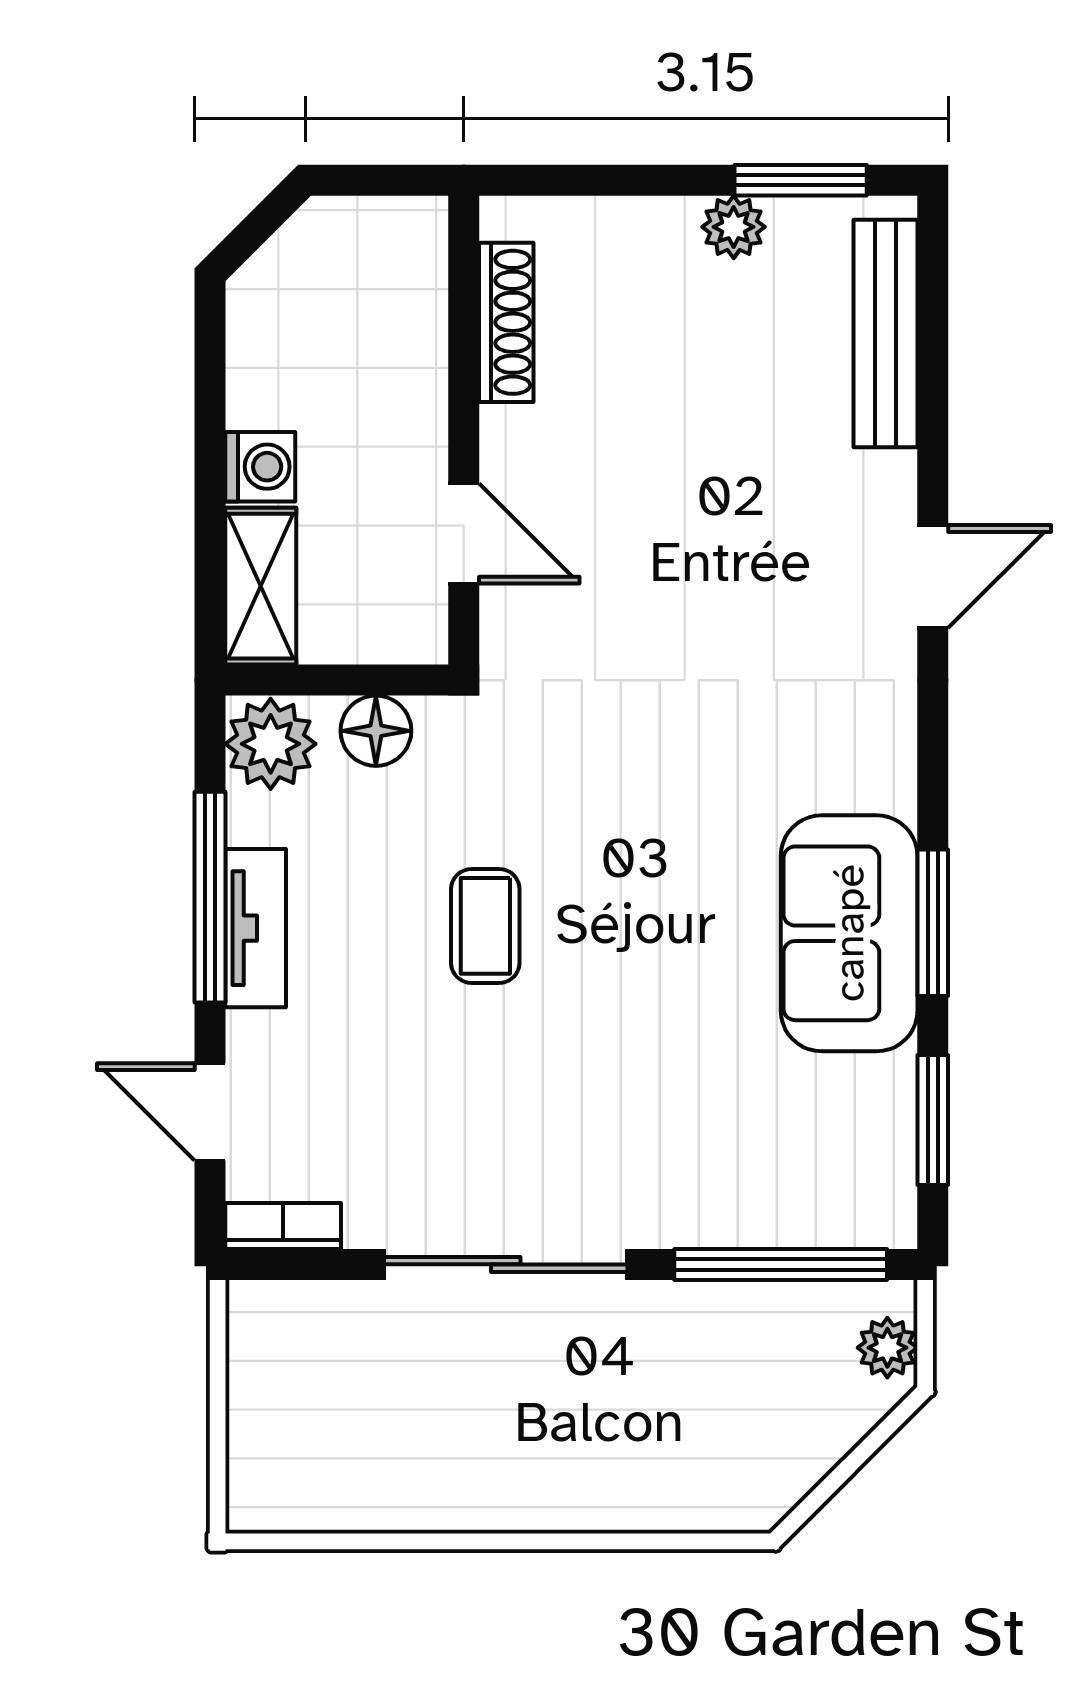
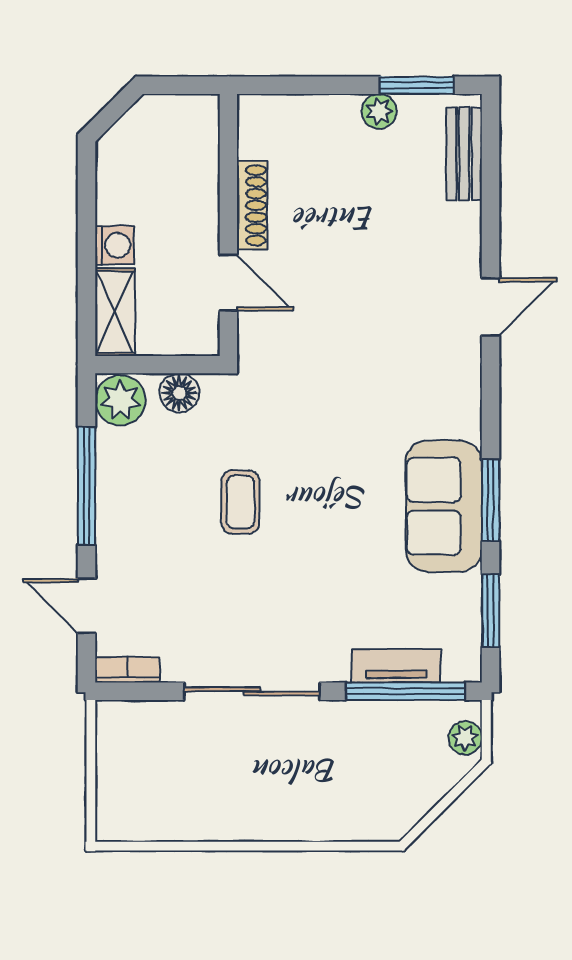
shoe rack: (506, 322) -> (252, 205), moved
bench: (886, 333) -> (464, 154), width x0.73
tv unit: (256, 928) -> (396, 666), moved, turned -90

